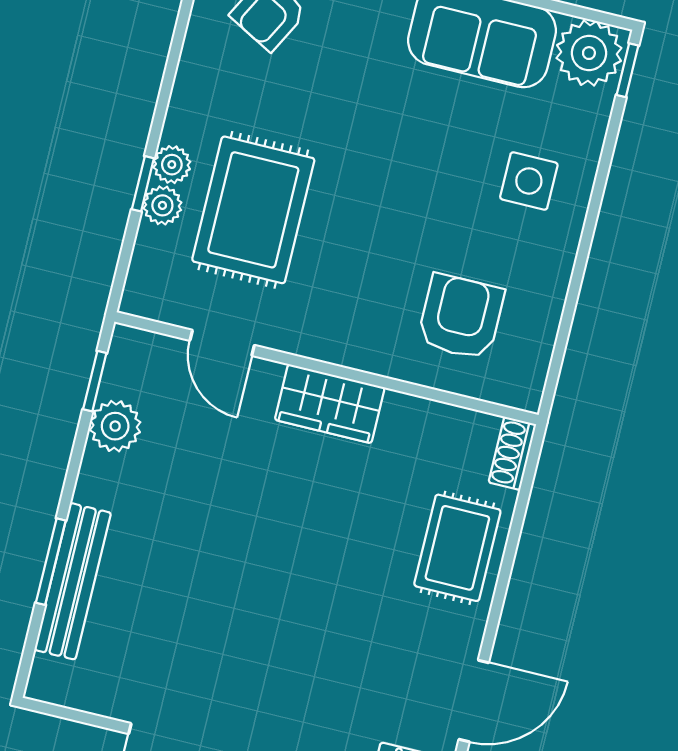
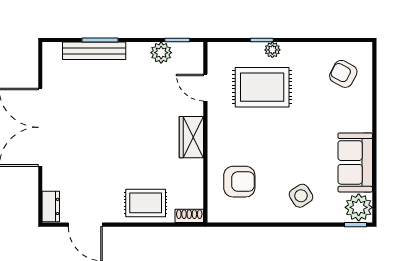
side table: (529, 181) -> (301, 196), turned -33
plant: (162, 205) -> (255, 50), removed
door: (222, 343) -> (205, 88), hinge flipped

